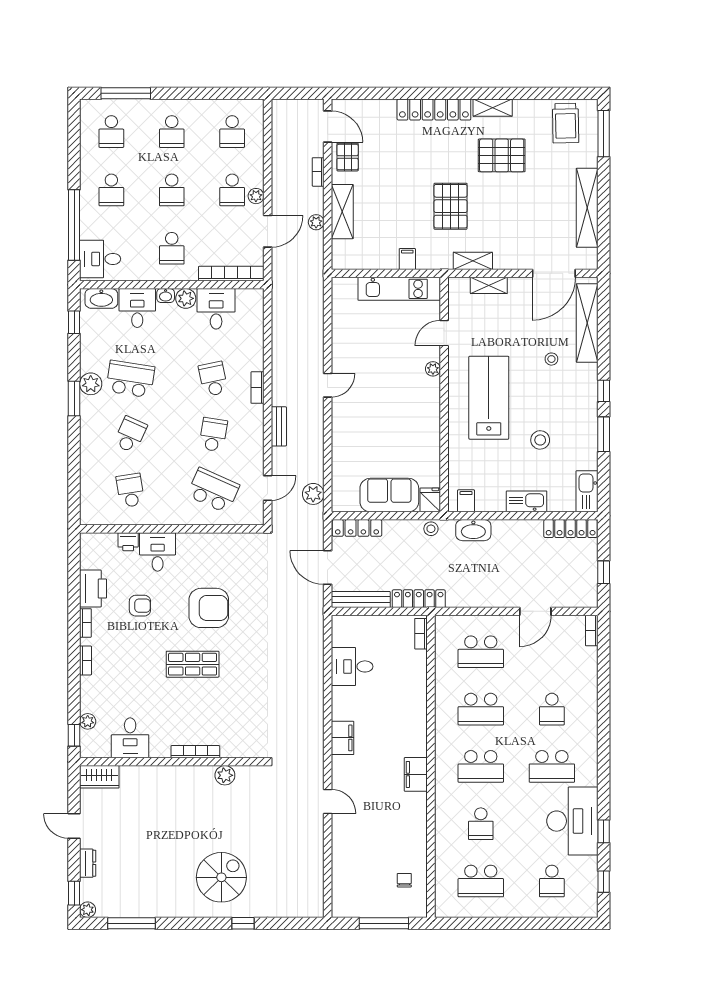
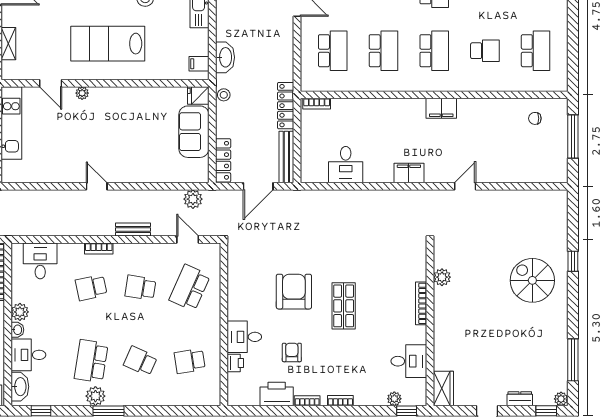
desk: (216, 309) -> (40, 261), moved, turned 90

